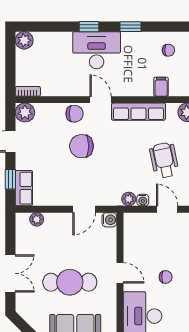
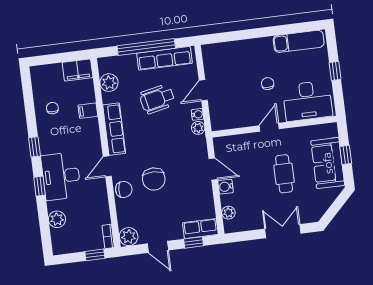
plant: (24, 40) -> (57, 219), moved
window: (10, 75) -> (95, 255), added
chair: (75, 114) -> (124, 189), turned 94
water cooler: (109, 220) -> (226, 187), moved, turned -90
cafe table: (70, 282) -> (284, 174), width x0.73, depth x0.74

